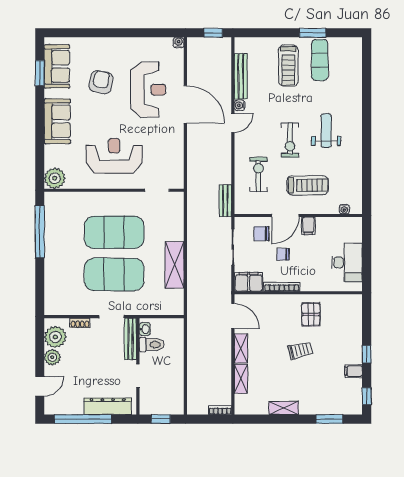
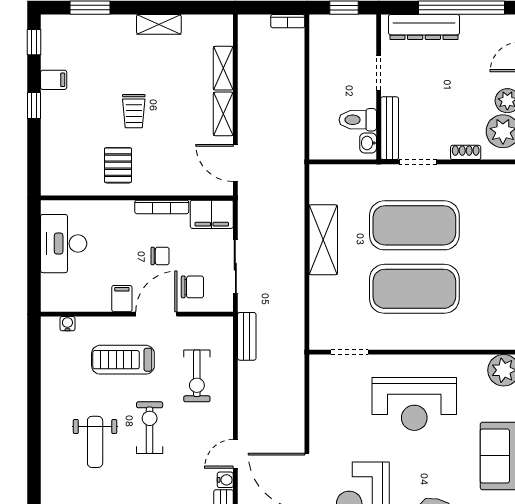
trolley: (300, 350) -> (134, 111), turned -76
bookcase: (220, 410) -> (288, 21), moved

